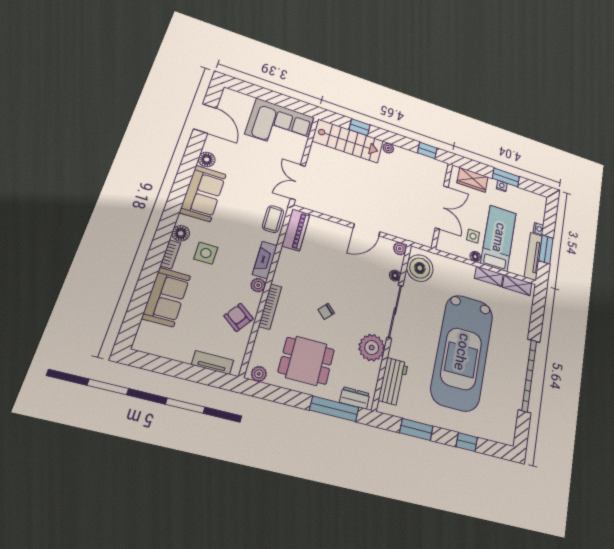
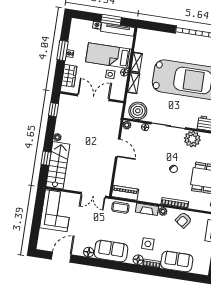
shelving: (517, 285) -> (134, 83), moved

